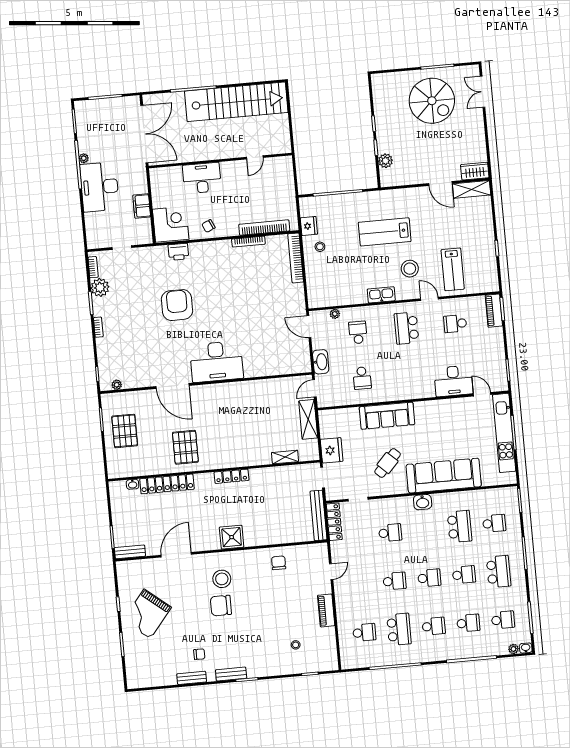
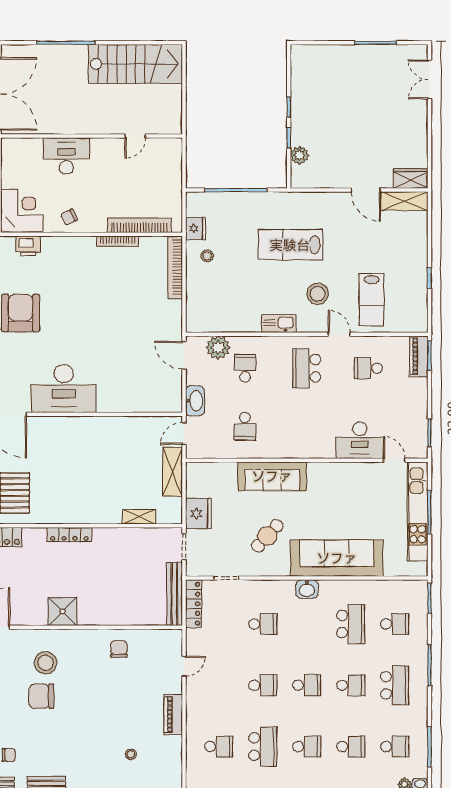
spiral stairs: (432, 101) -> (365, 85), removed
stairs: (236, 102) -> (135, 64), width x0.73
plant: (335, 314) -> (218, 348), width x1.88, depth x1.88

